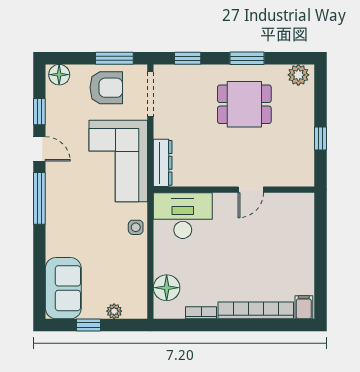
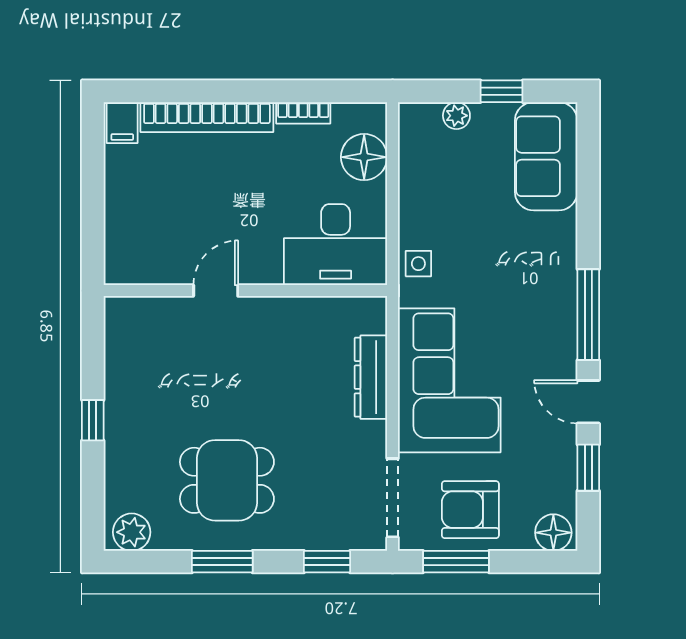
wall: (234, 190) -> (245, 291), moved
door: (251, 190) -> (216, 291), moved
desk: (183, 216) -> (336, 245), moved

